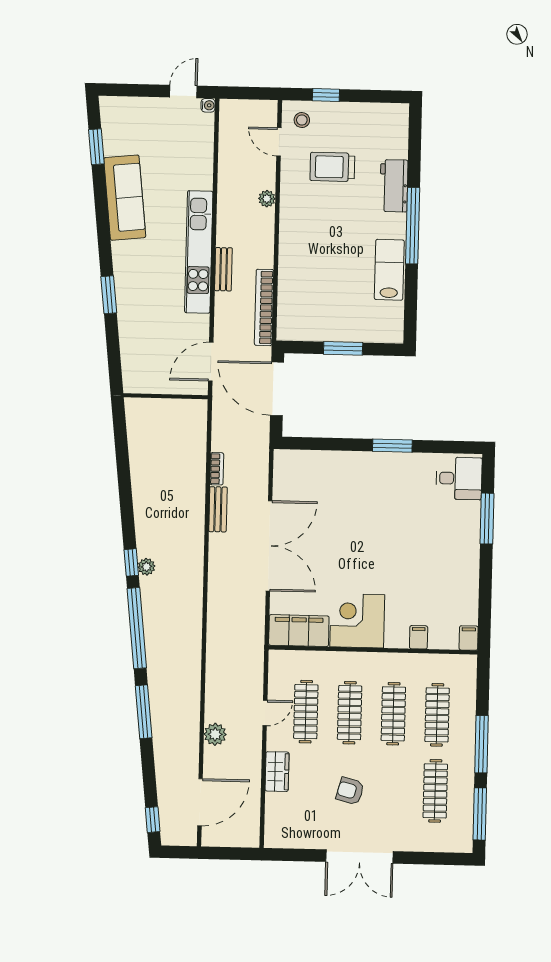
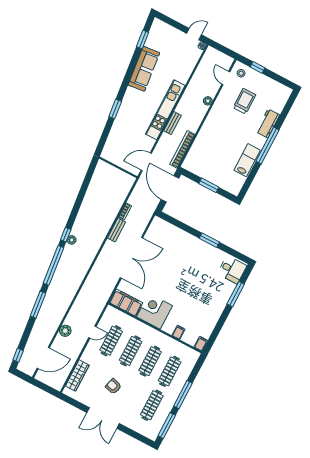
trolley: (332, 167) -> (244, 101), turned 90
wardrobe: (277, 772) -> (77, 376), moved, width x1.50

